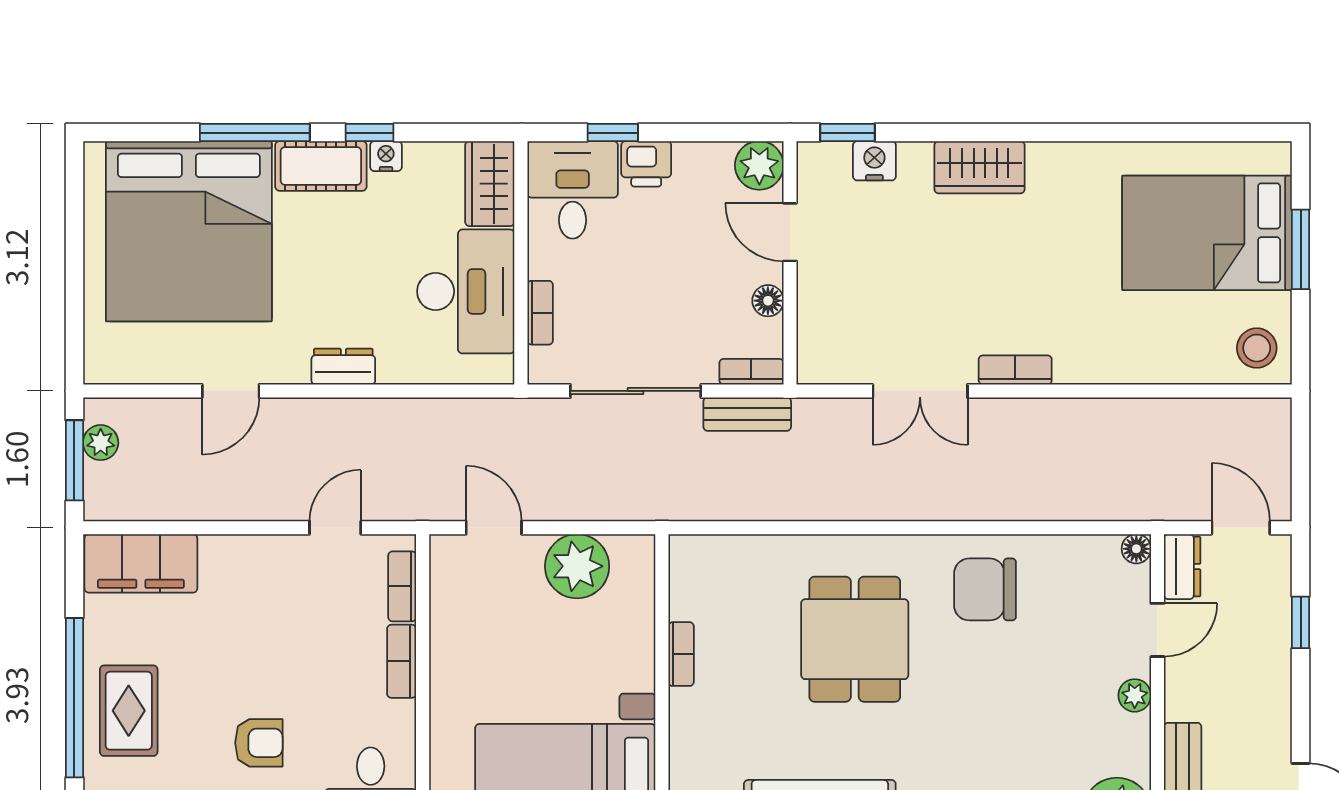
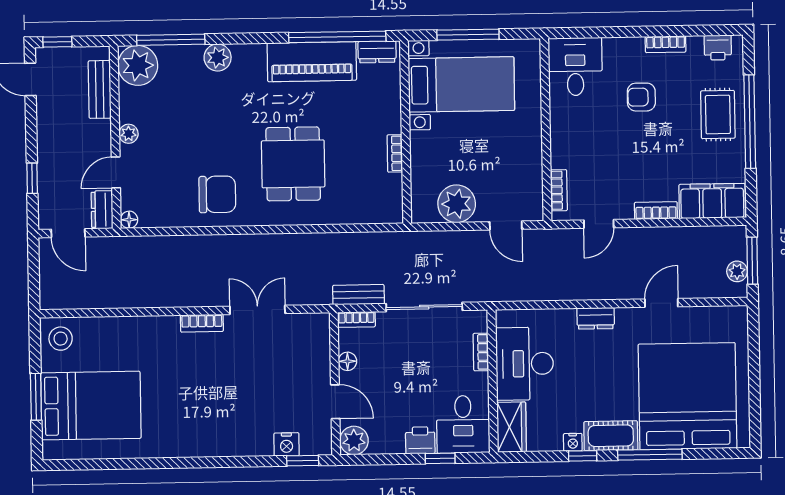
wardrobe: (979, 167) -> (225, 442), removed
bookcase: (402, 661) -> (656, 211), moved, turned -90

